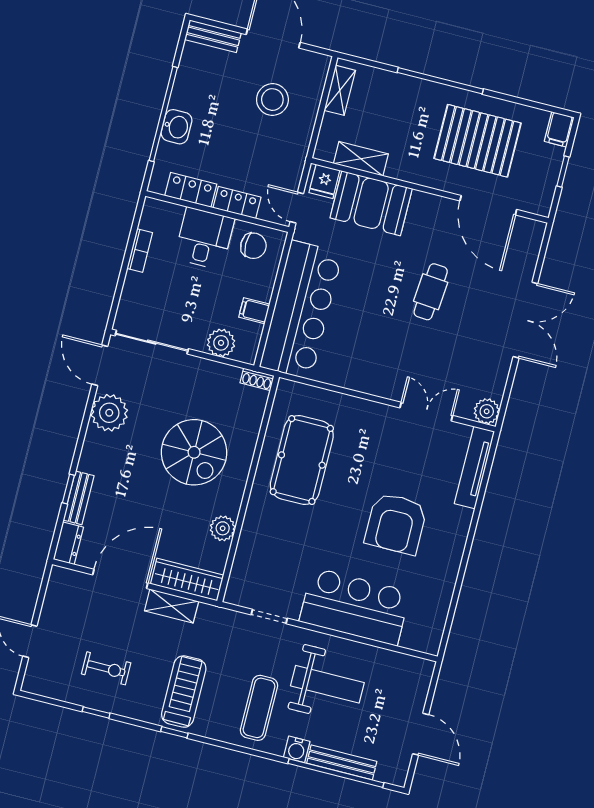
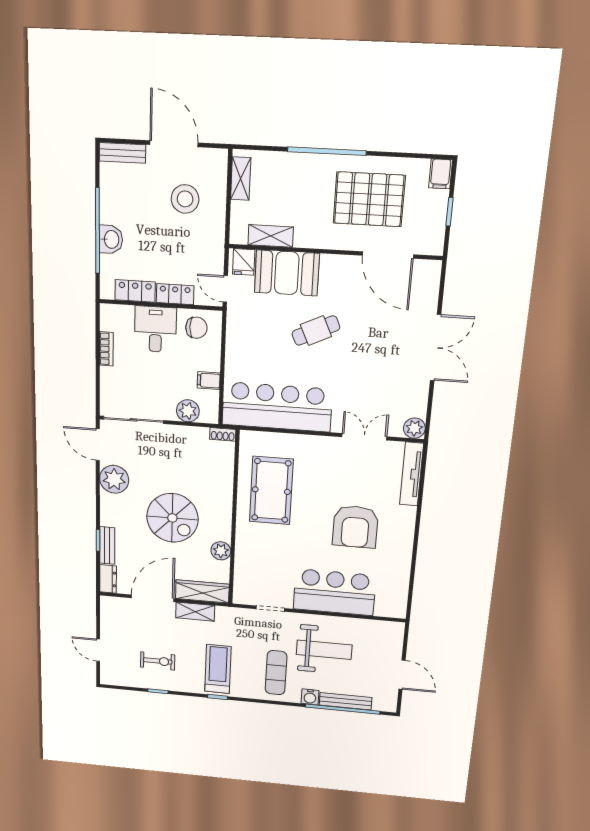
cafe table: (431, 292) -> (316, 331), moved, turned 60
bar counter: (301, 310) -> (277, 407), moved, turned -90
spiral stairs: (194, 452) -> (172, 518), moved

